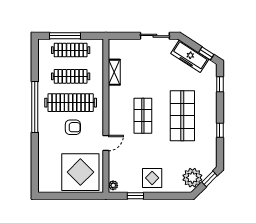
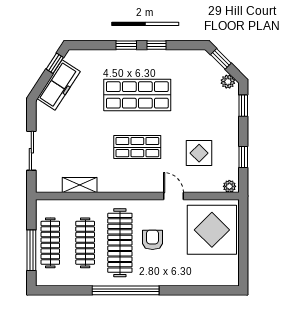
sliding door: (155, 36) -> (31, 151), moved
window: (220, 84) -> (126, 45), moved
display table: (152, 178) -> (199, 153), moved
plant: (192, 178) -> (228, 82), width x0.53, depth x0.53
window: (174, 196) -> (243, 106), added

